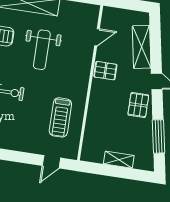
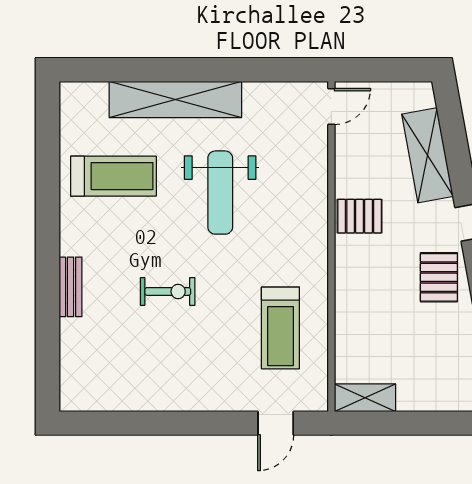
door: (97, 37) -> (331, 106), moved
shelving: (119, 160) -> (365, 398), moved

